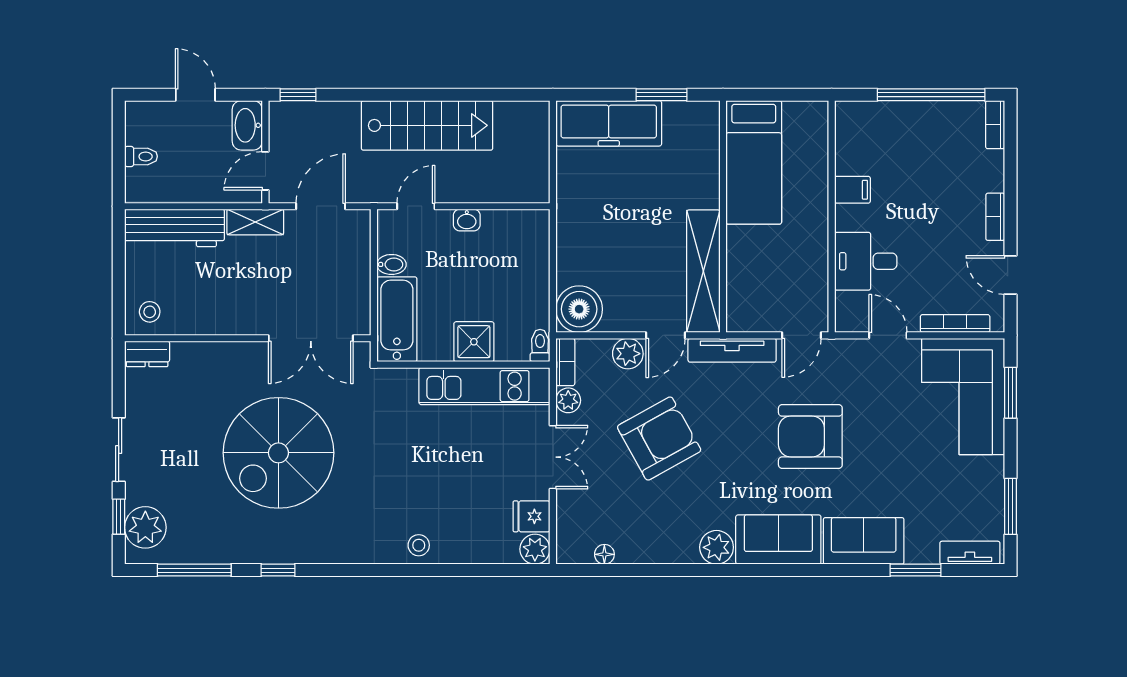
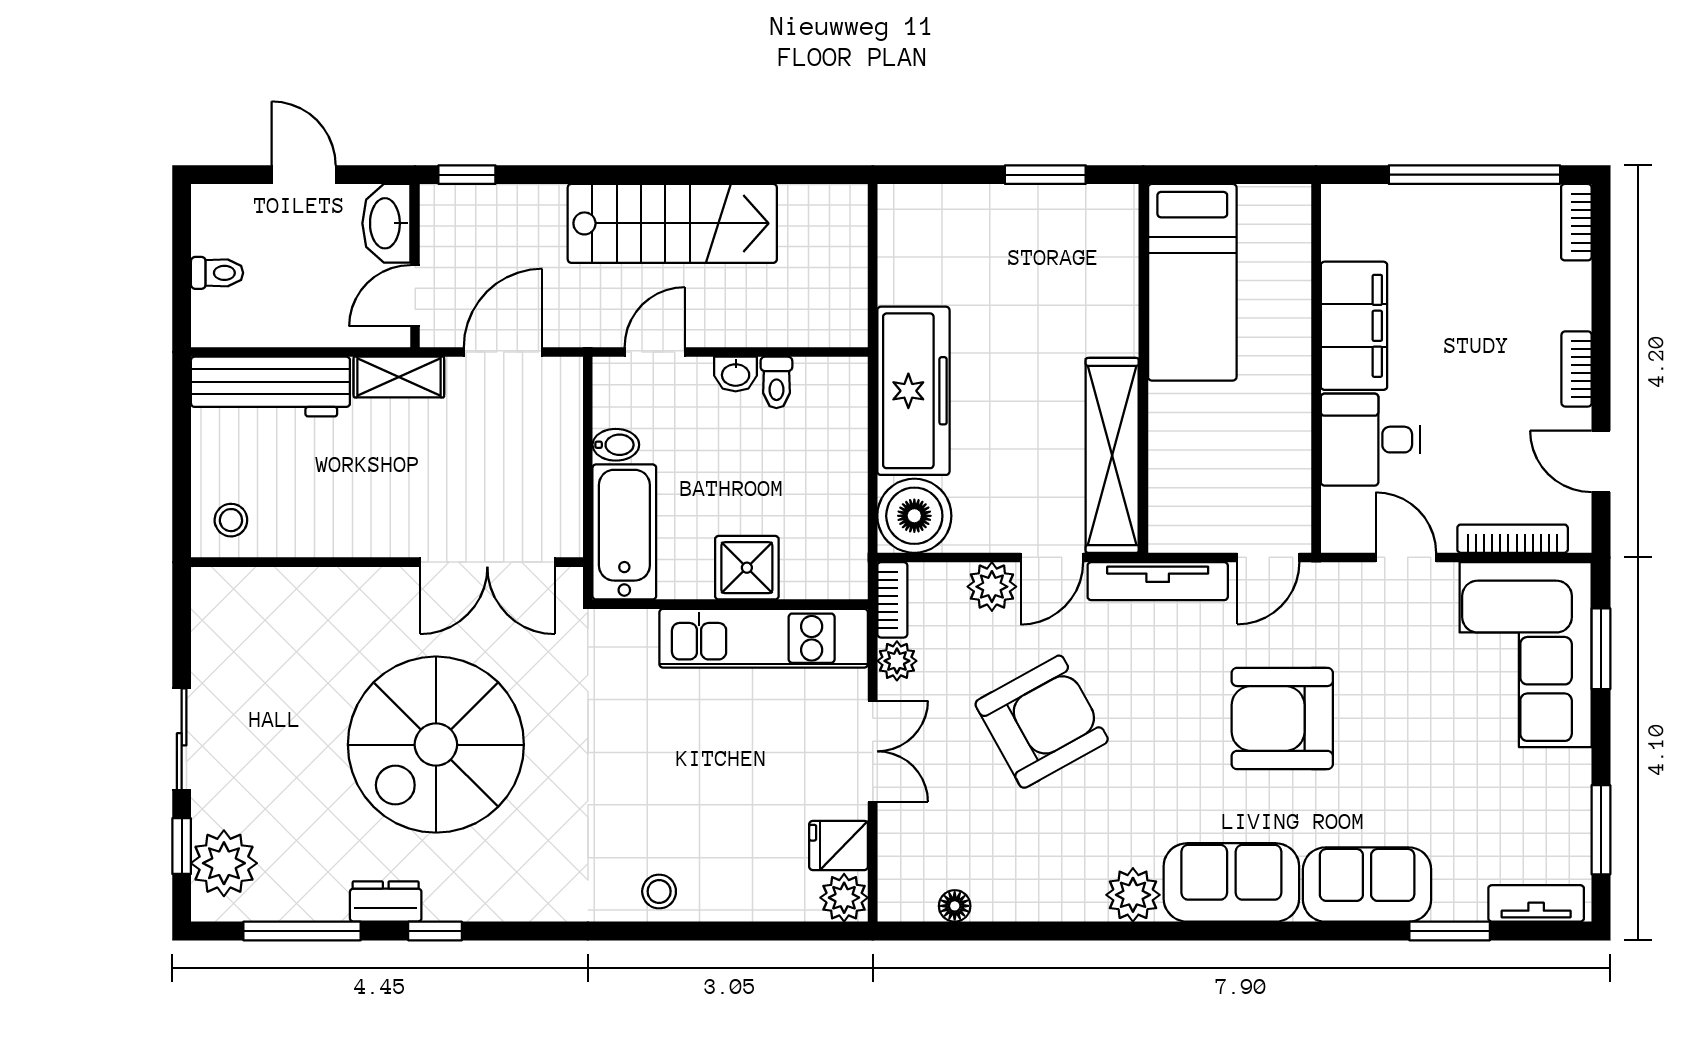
freezer: (609, 123) -> (913, 391), moved, turned -90
filing cabinet: (852, 190) -> (1354, 326), width x3.00, depth x1.17
toilet: (540, 346) -> (776, 382), moved, turned 180
dresser: (147, 354) -> (386, 901), moved, turned 180

